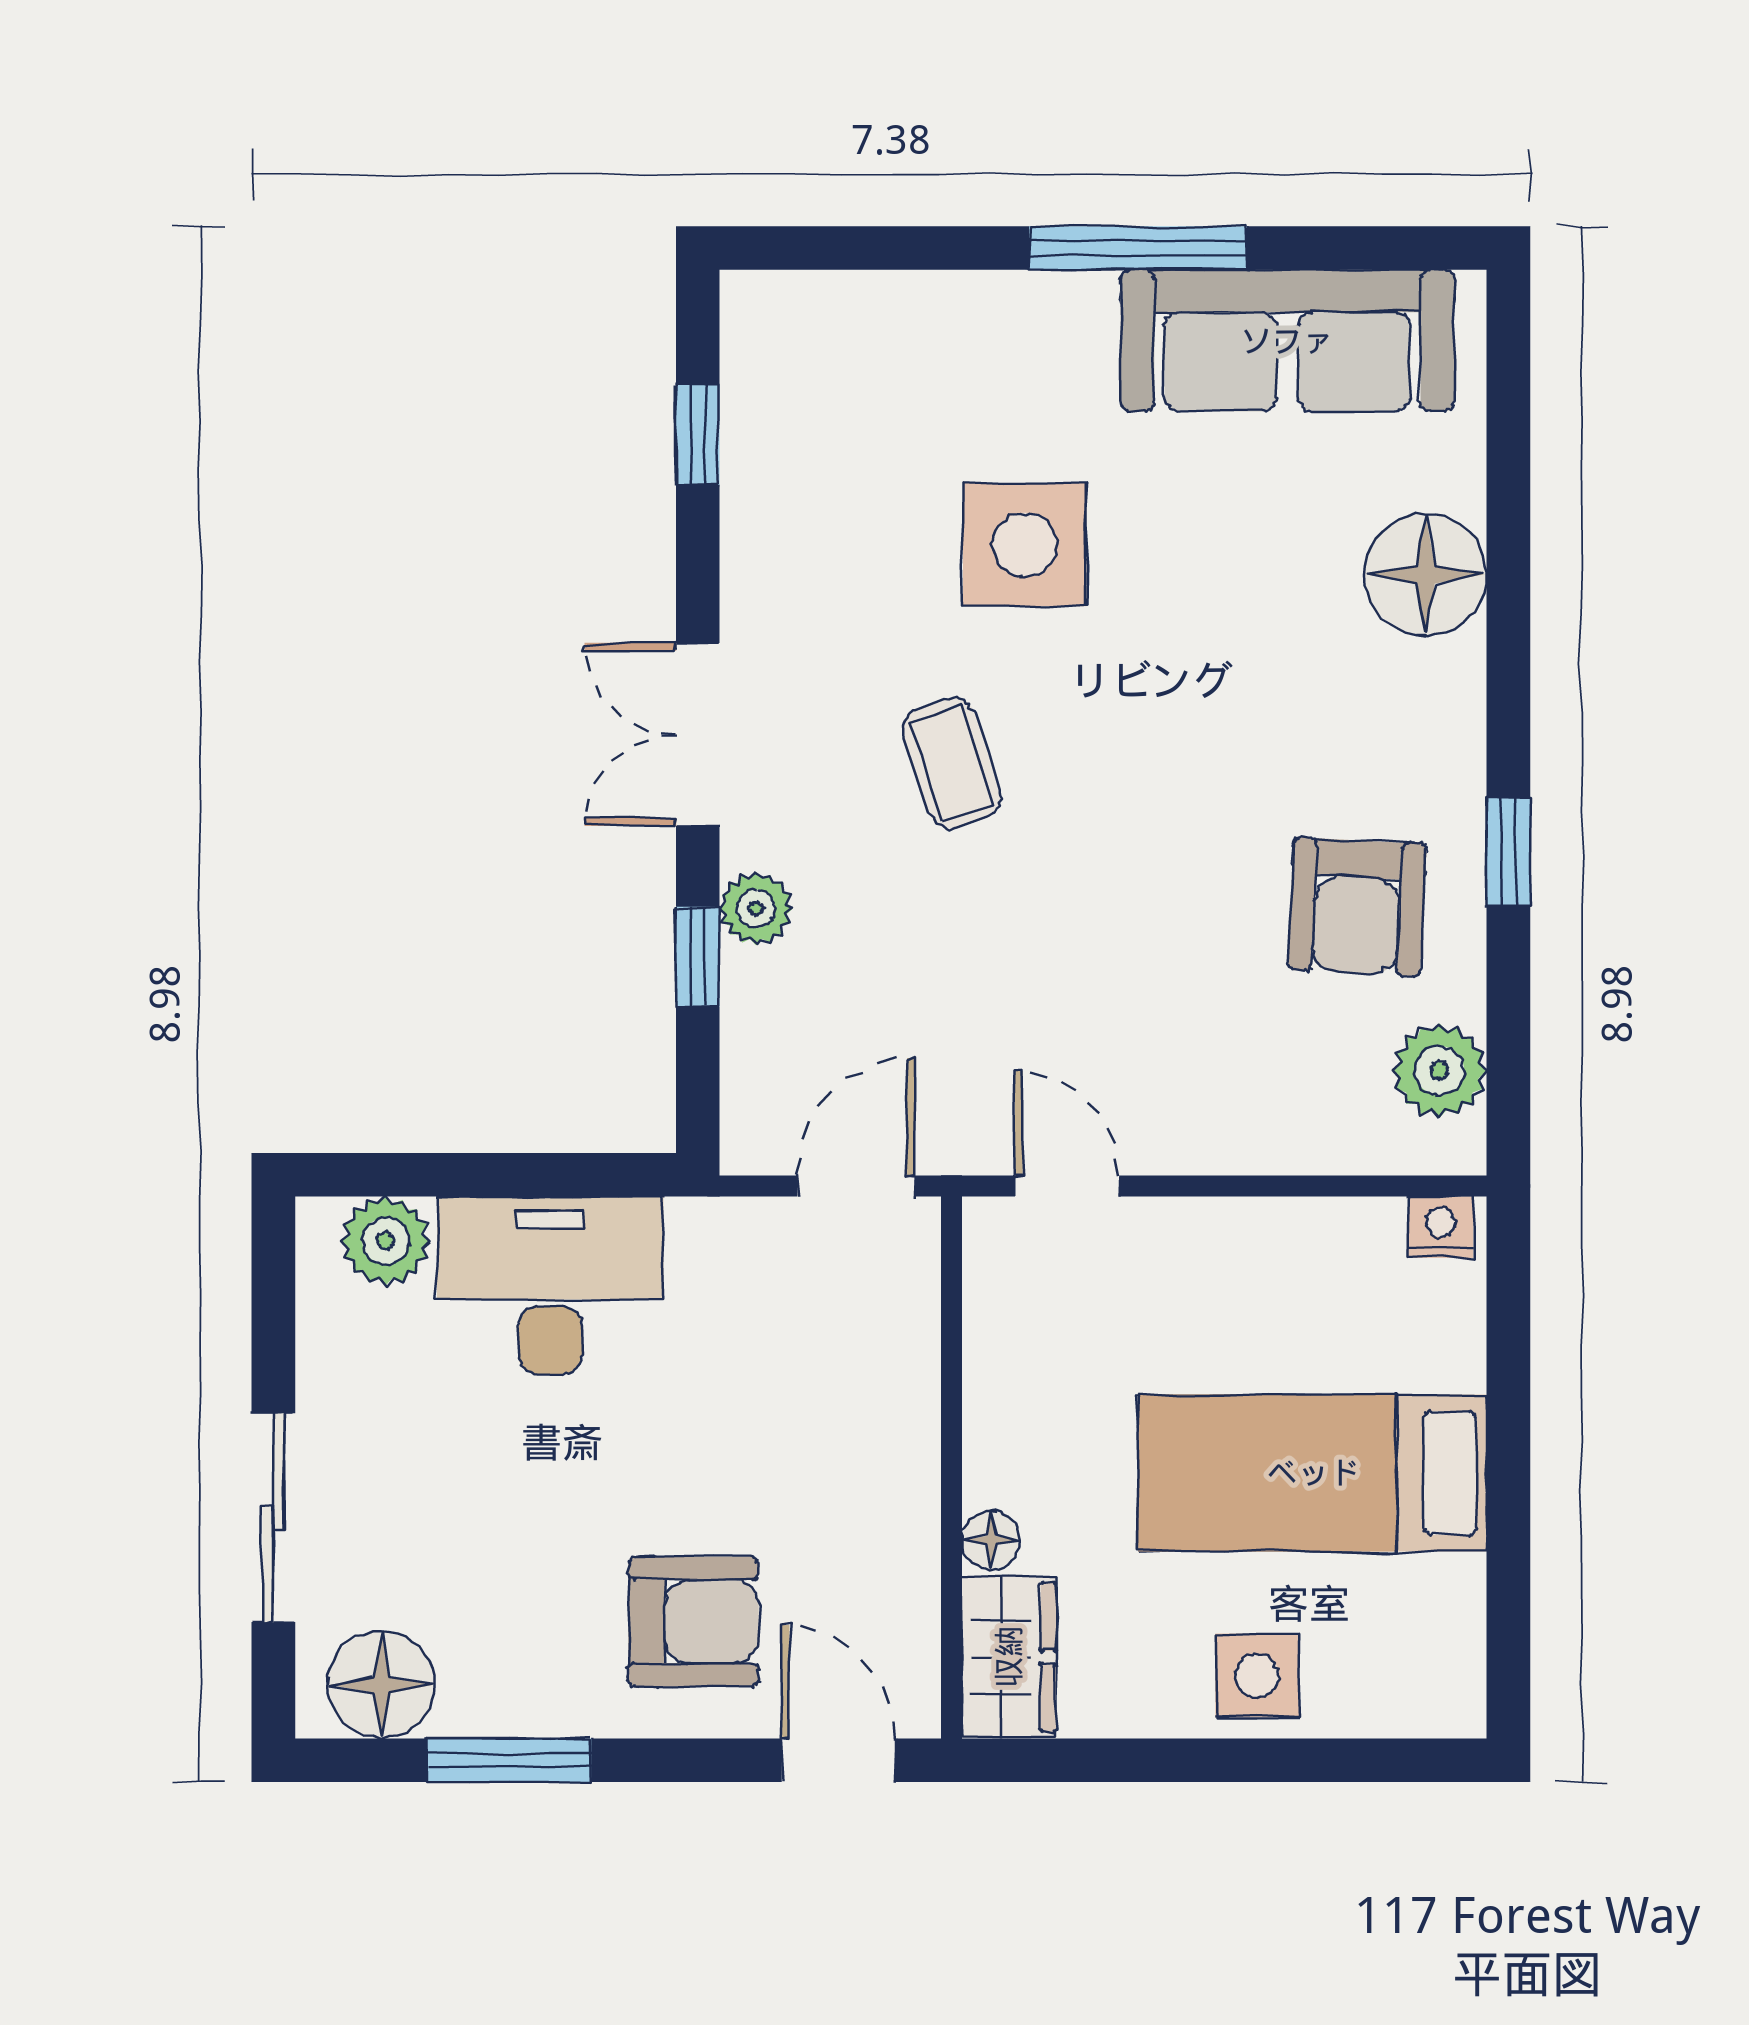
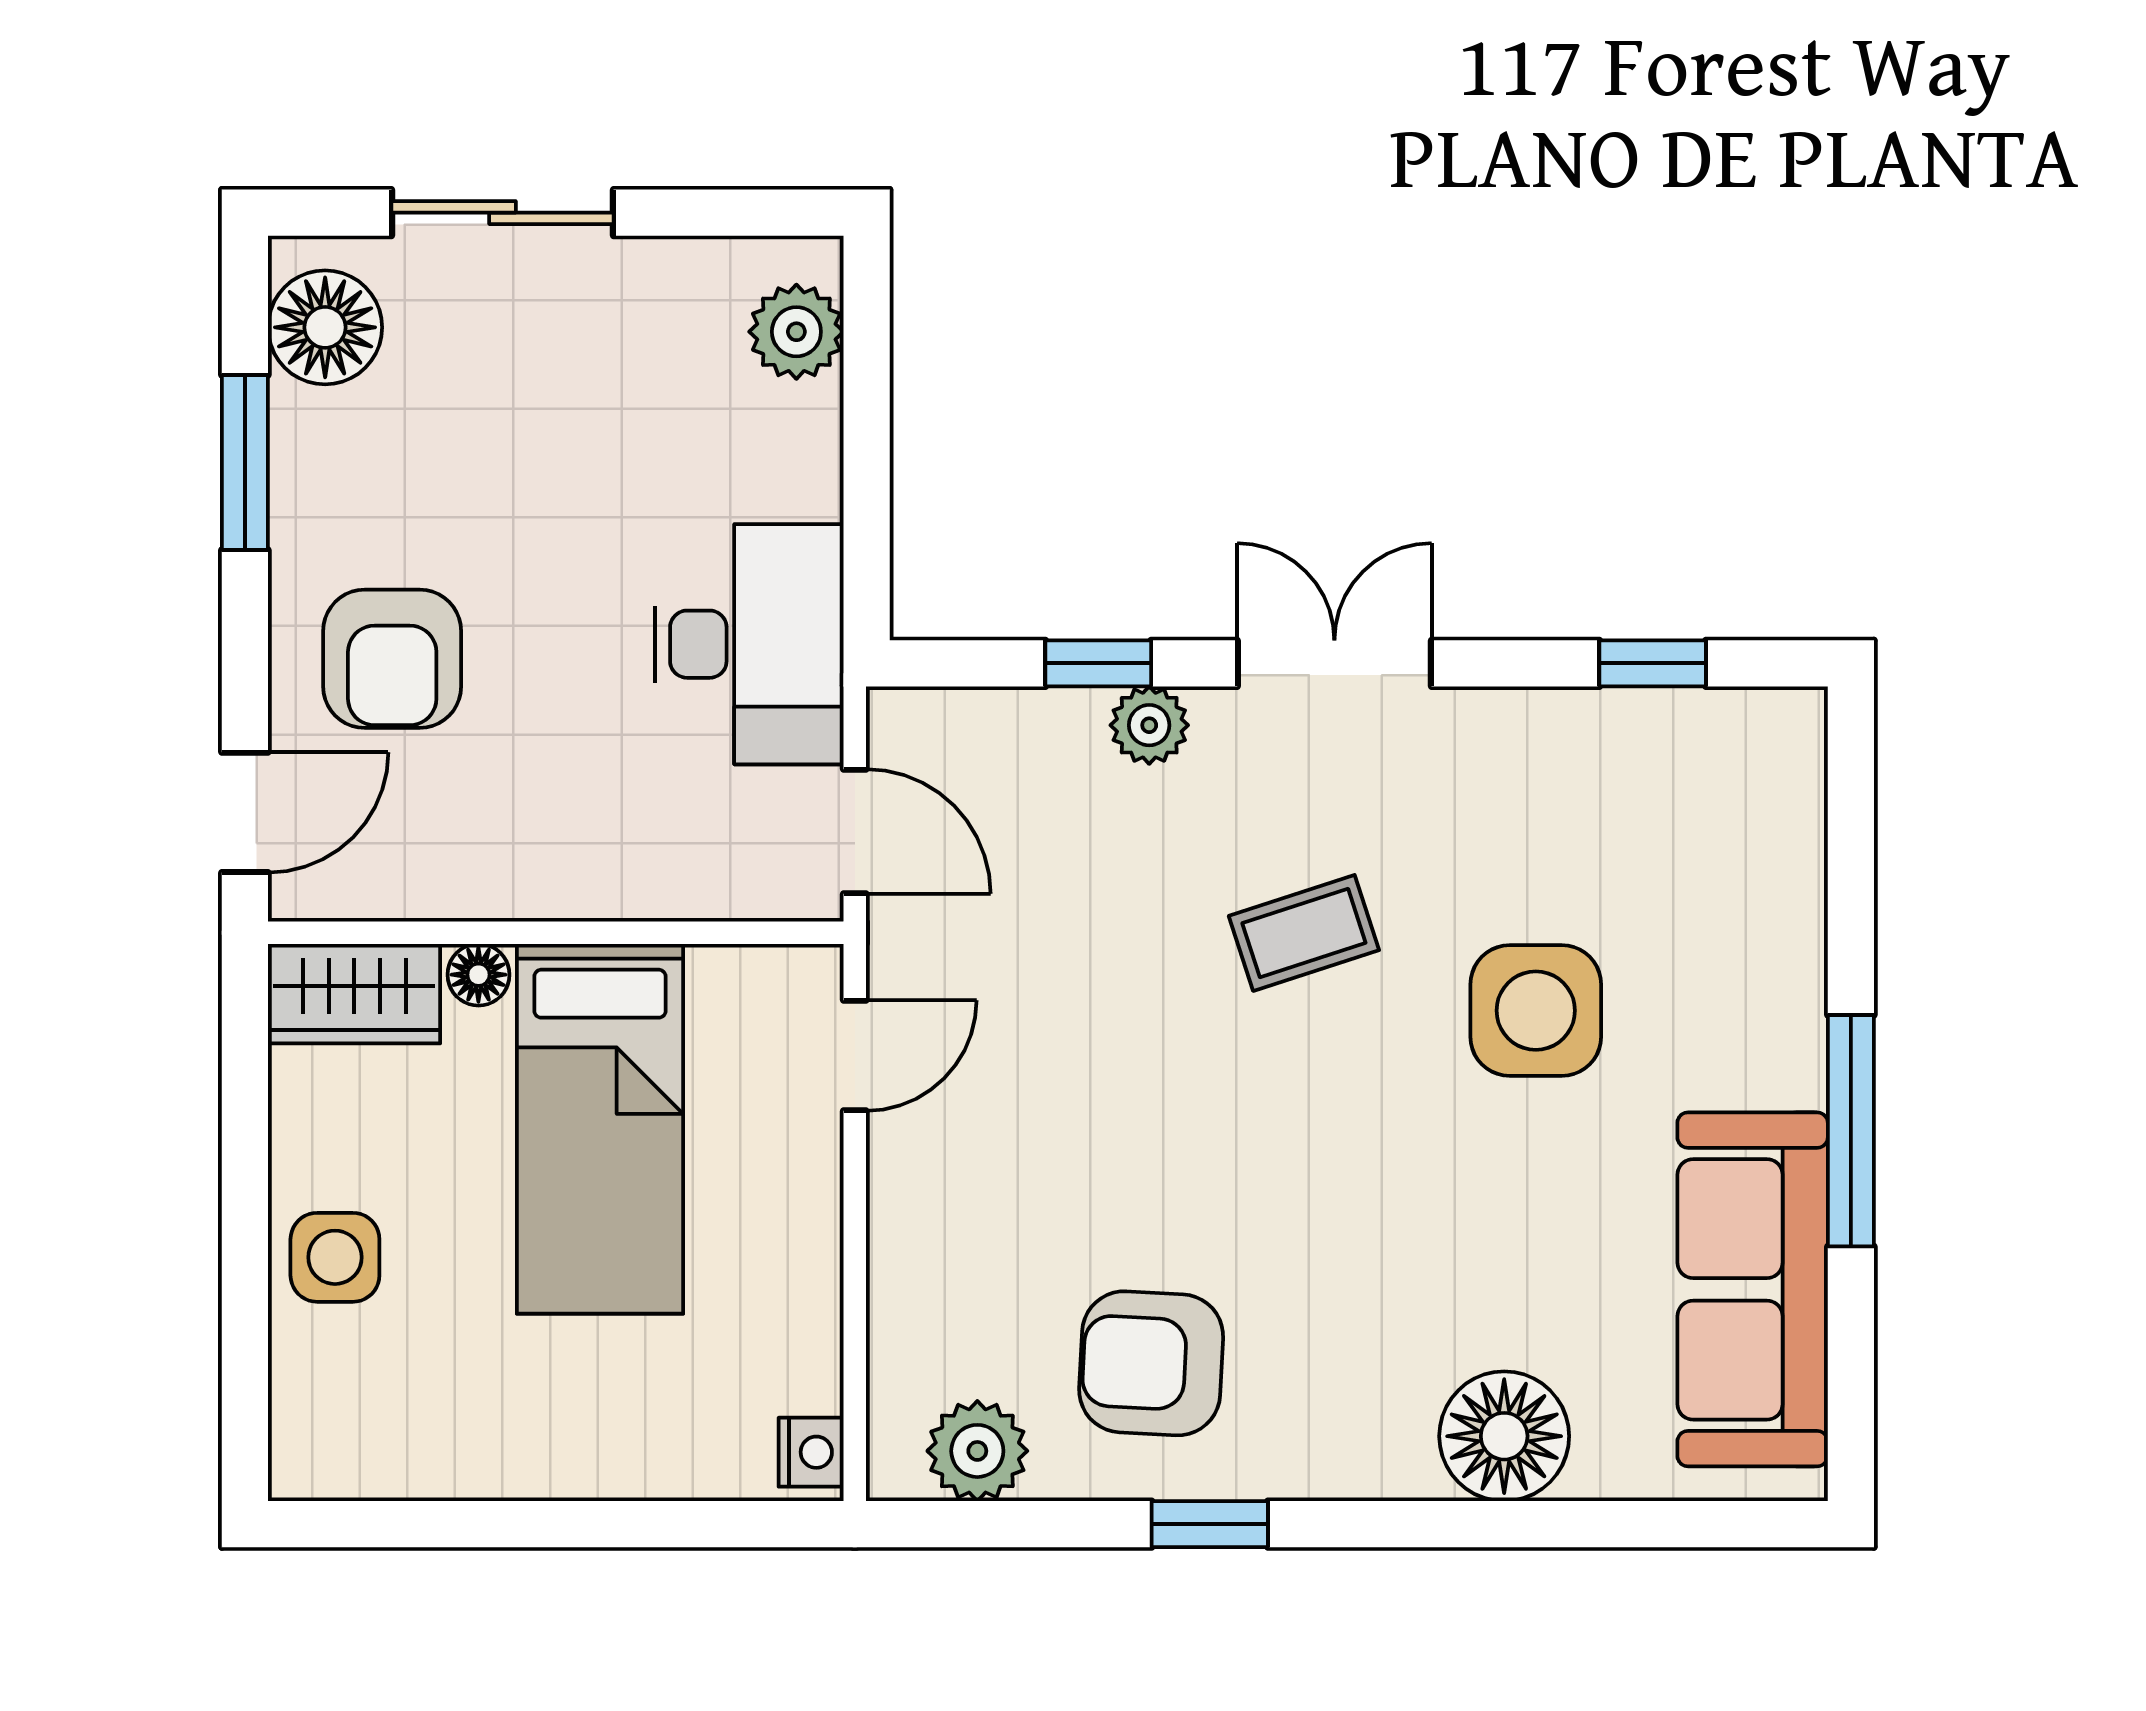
desk: (550, 1285) -> (749, 644), moved
bed: (1313, 1473) -> (600, 1129), moved, turned 180

